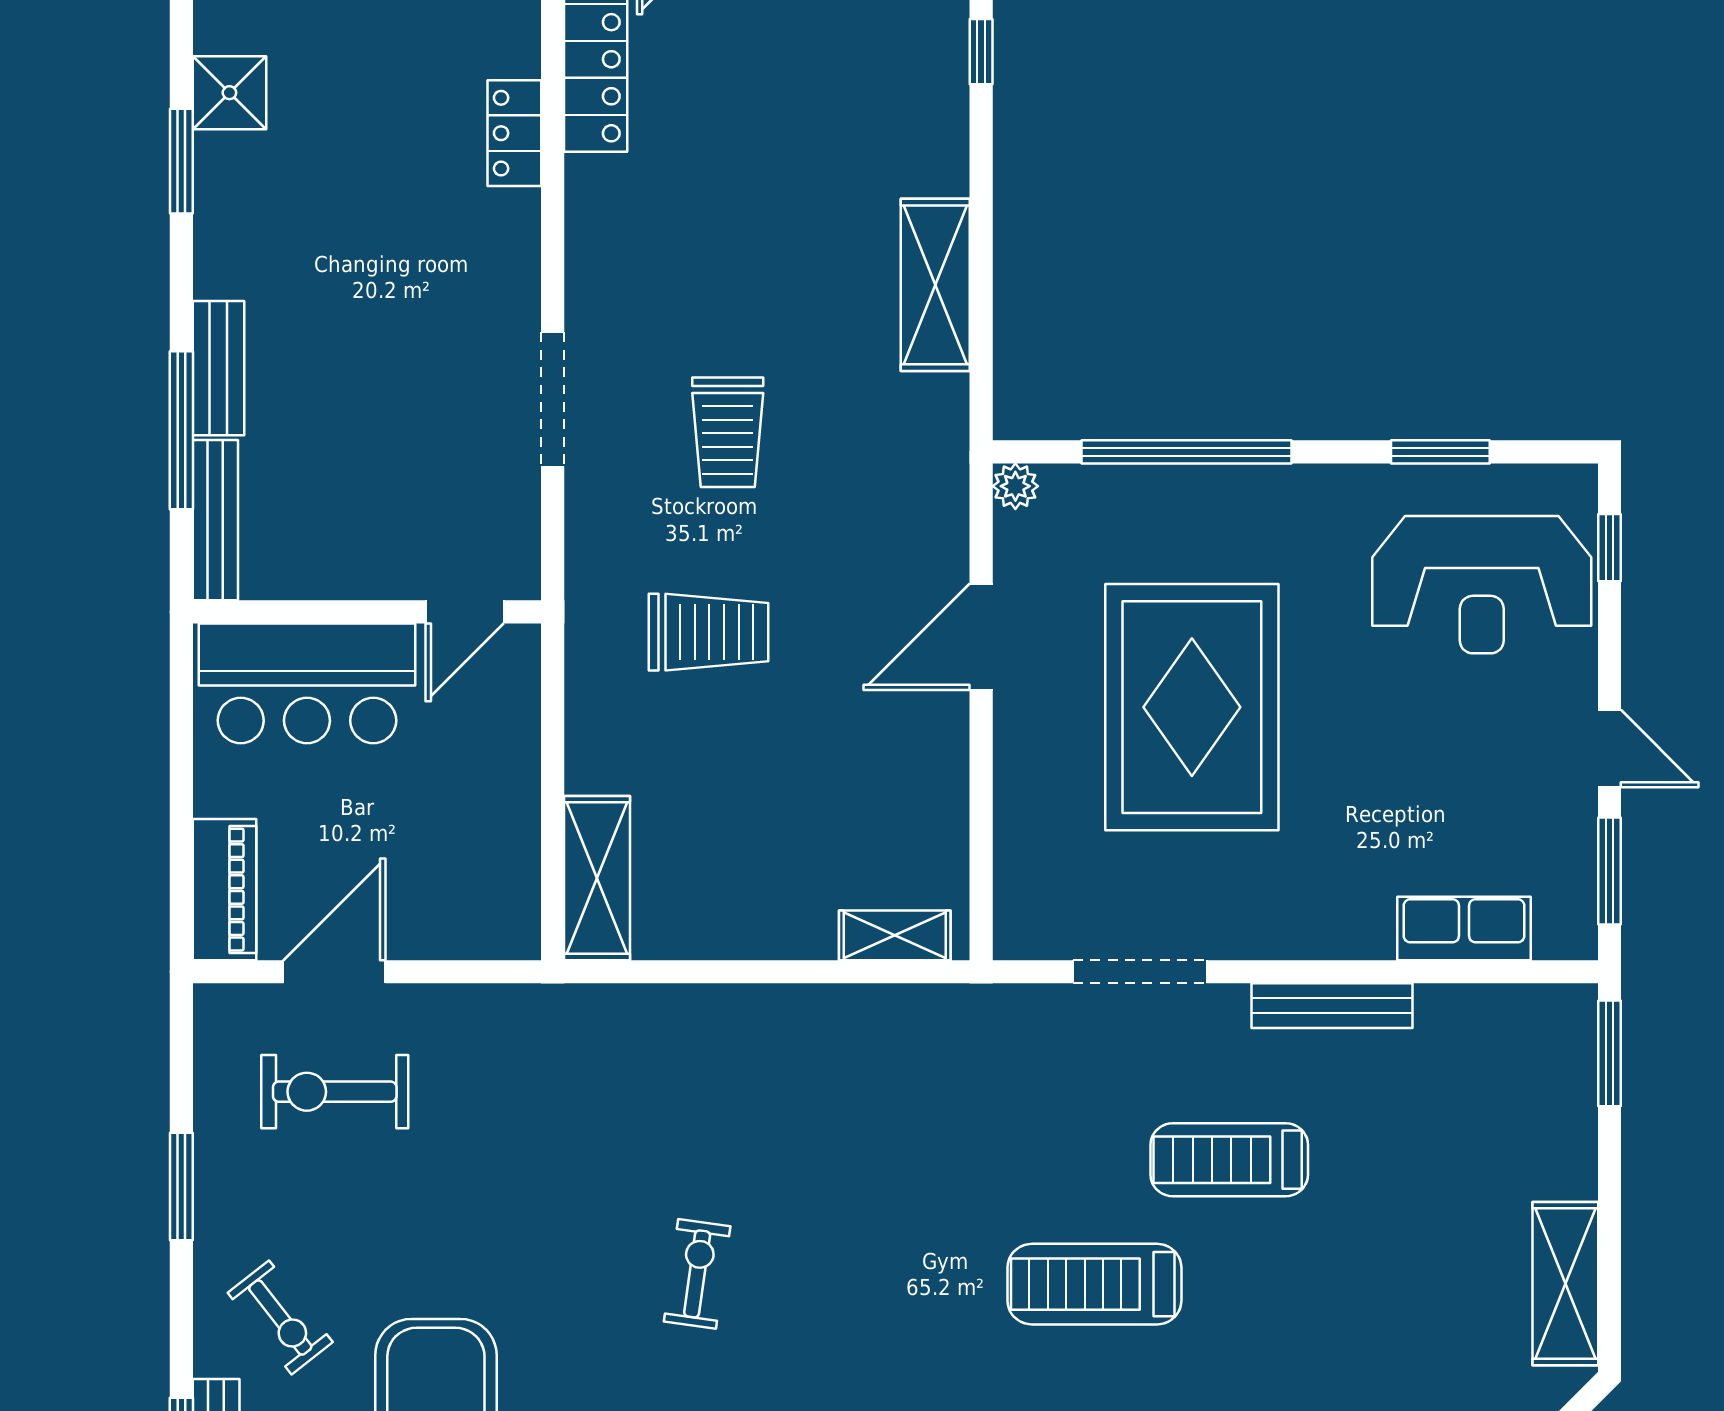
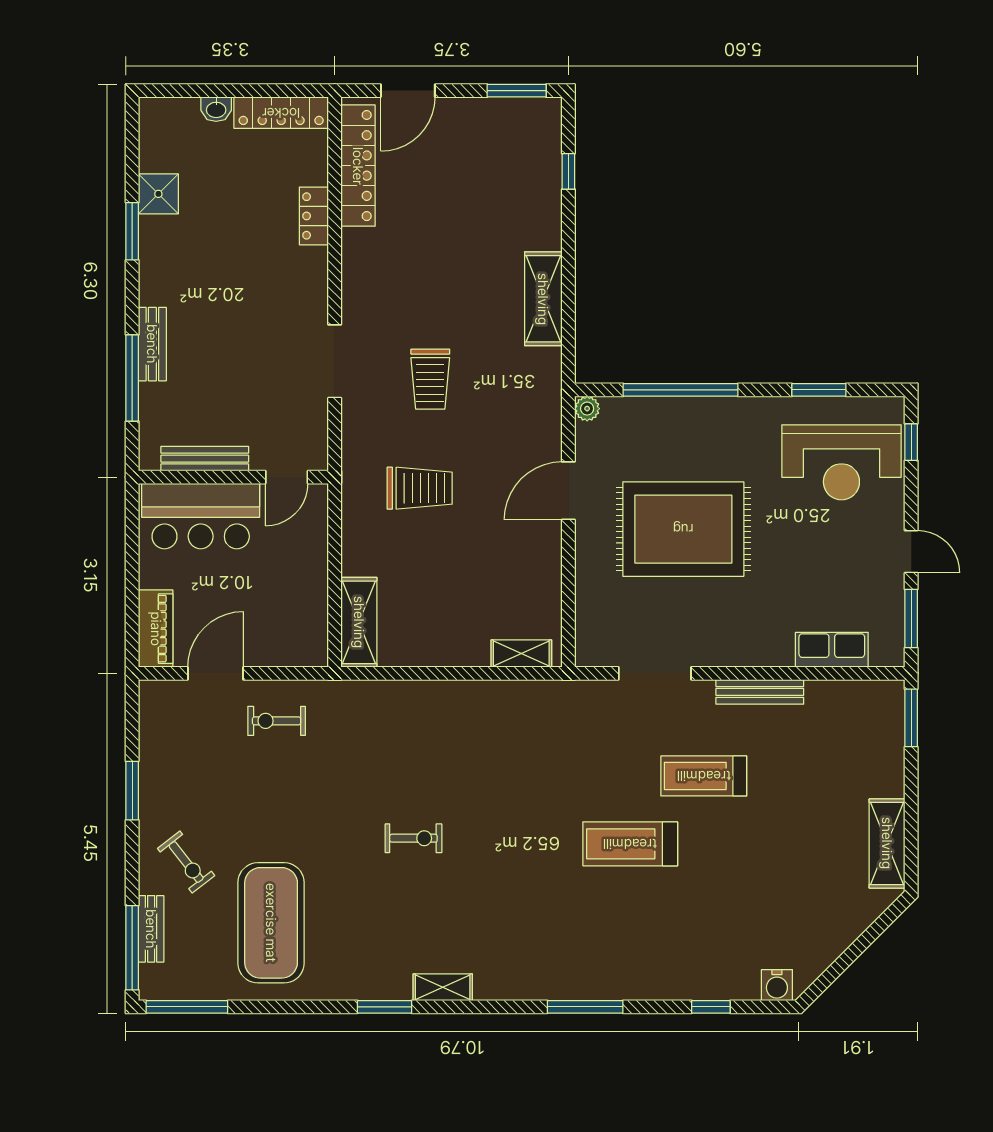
bench: (215, 520) -> (205, 459), moved, turned 90
rug: (1192, 707) -> (683, 529), turned 90
exercise bike: (335, 1092) -> (277, 721), moved, width x0.73, depth x0.72
exercise bike: (697, 1274) -> (413, 838), turned 82

